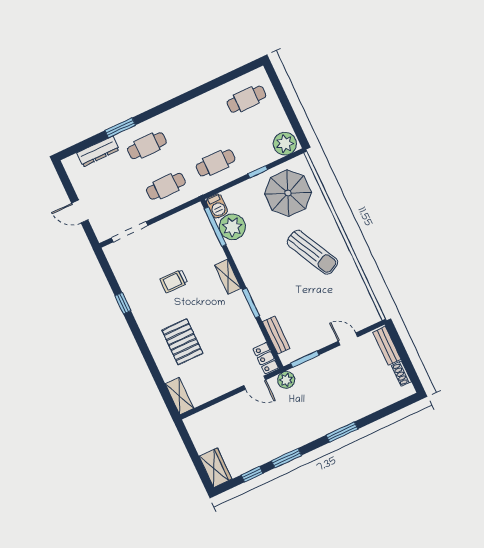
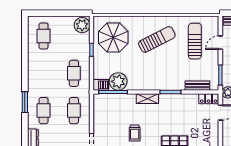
window: (120, 128) -> (25, 102), moved
sun lounger: (334, 304) -> (195, 41), added

